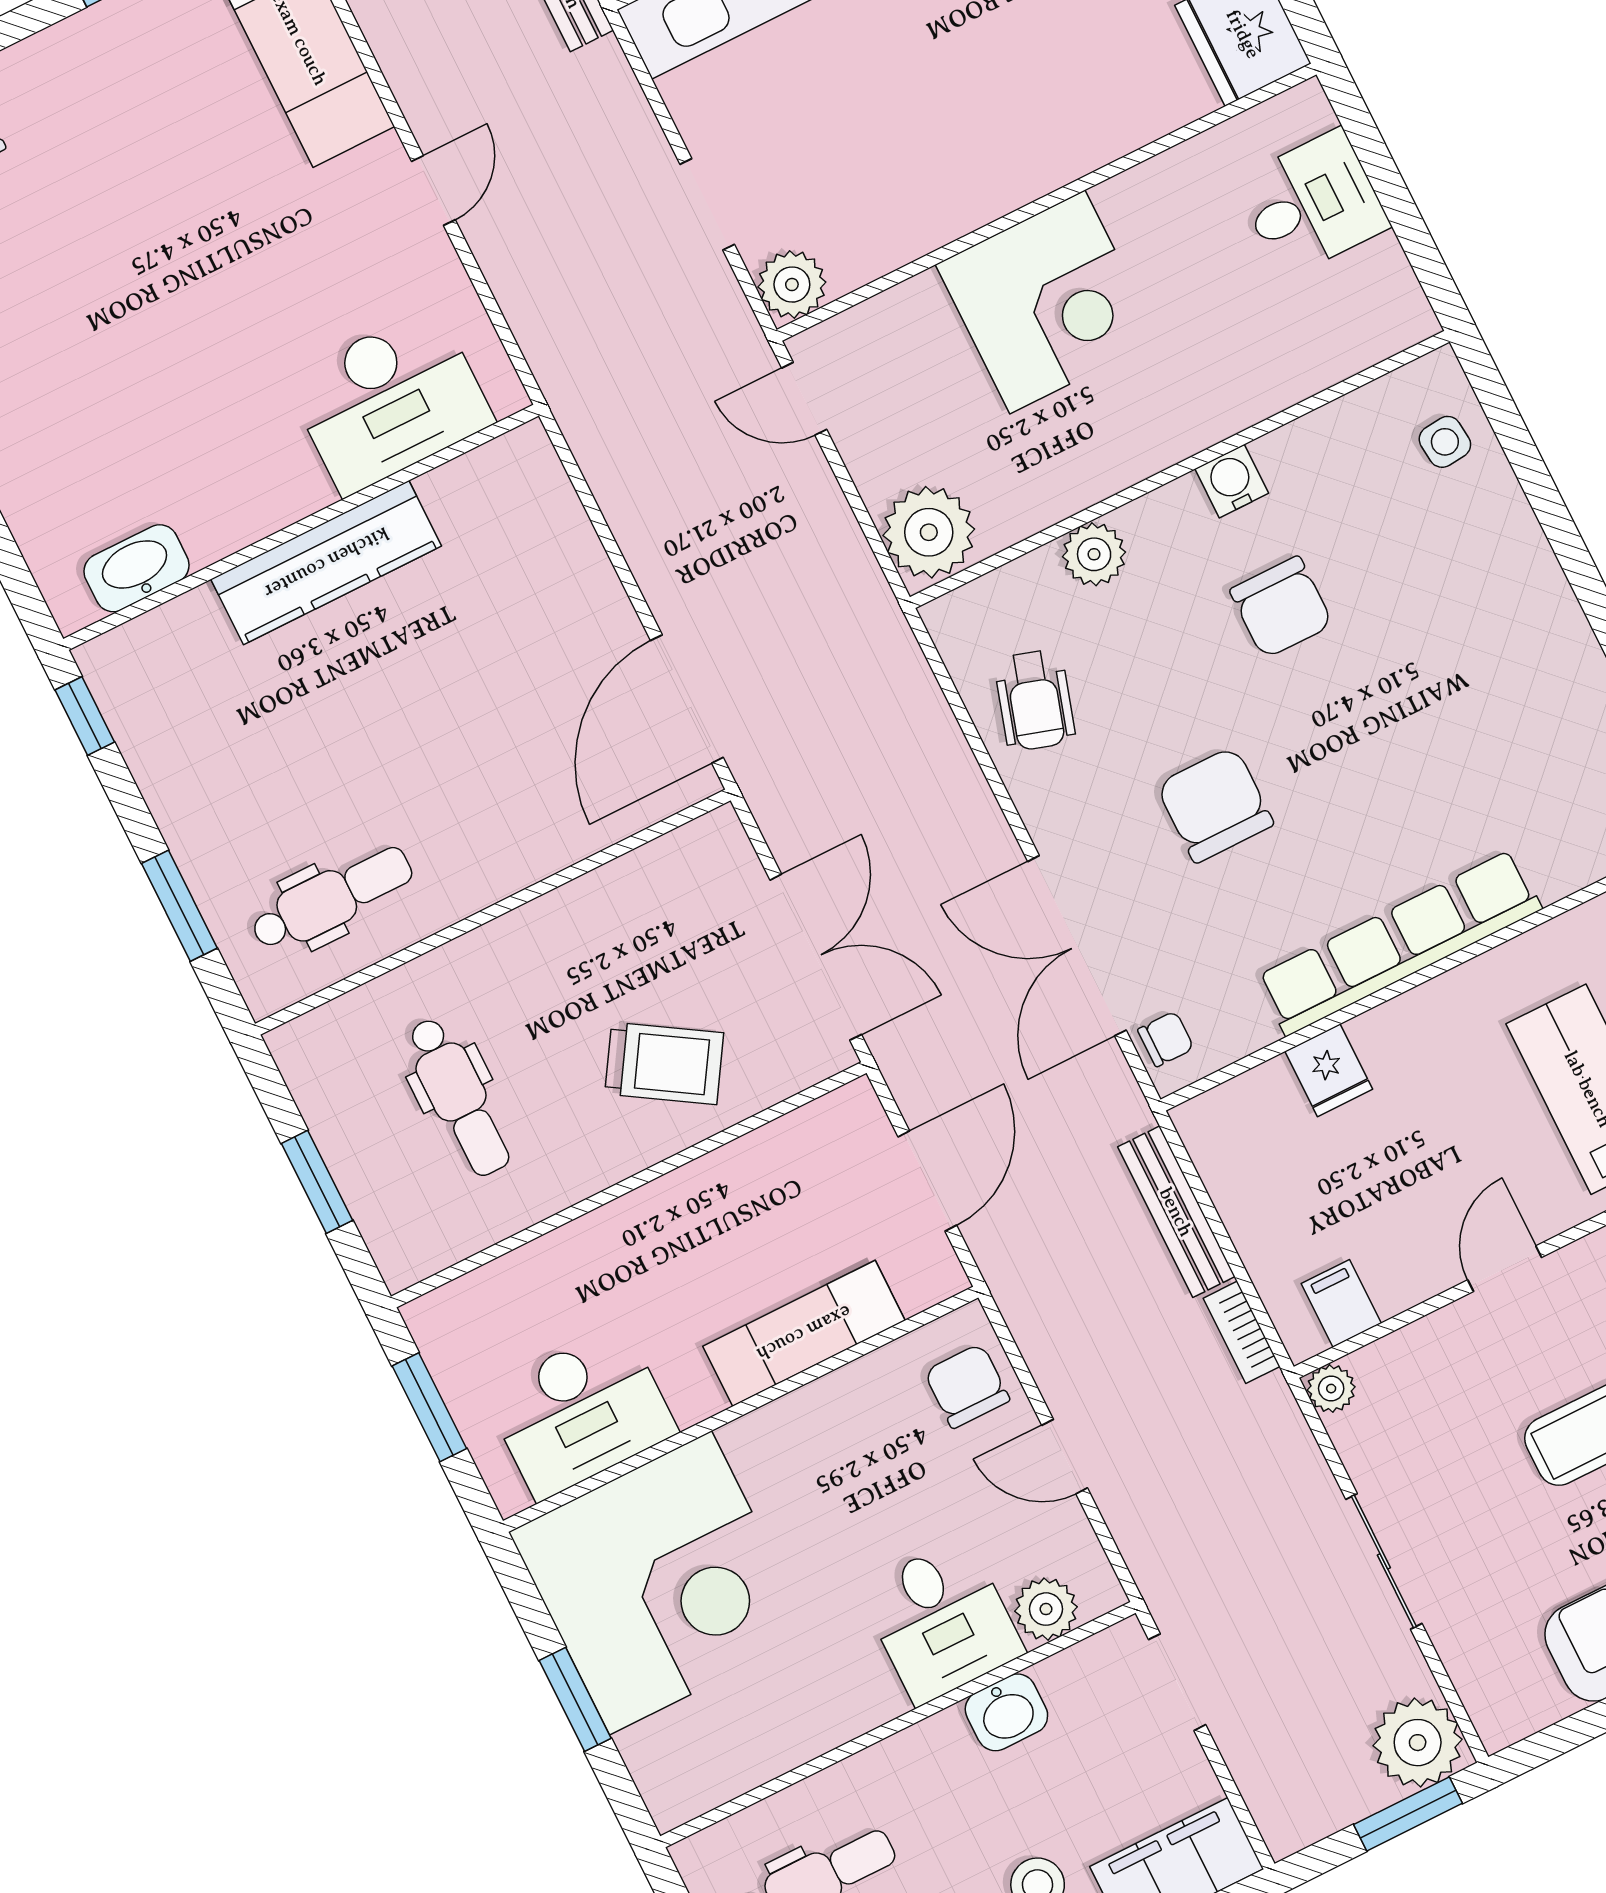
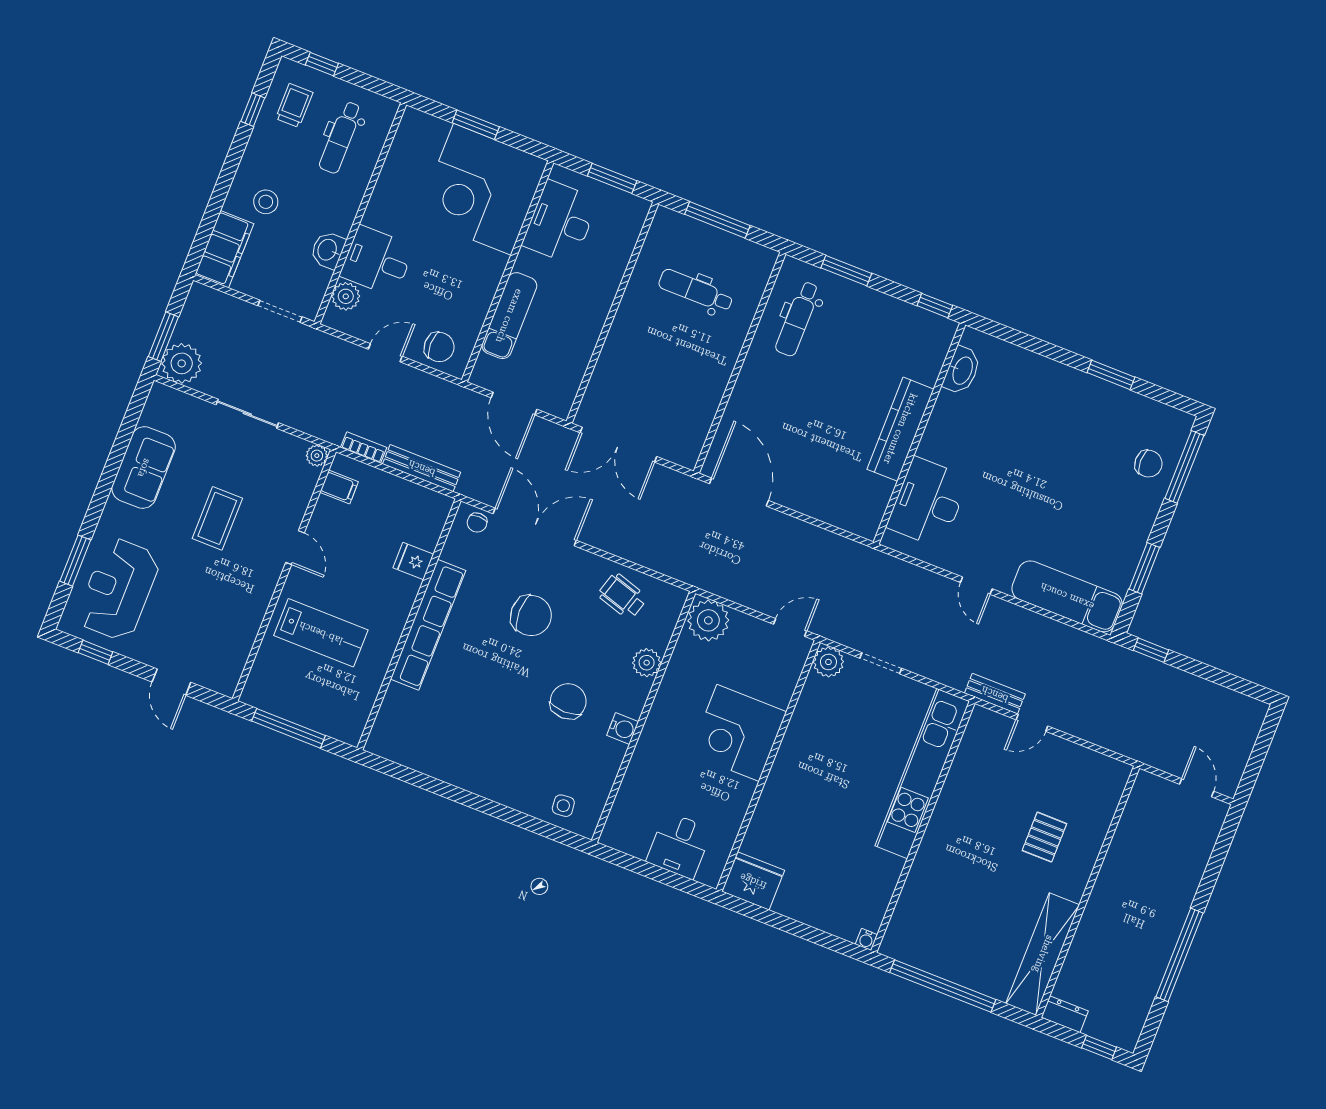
chair: (1281, 607) -> (568, 701), turned 90
trolley: (664, 1063) -> (637, 364), removed
window: (317, 1182) -> (717, 220), width x1.44

